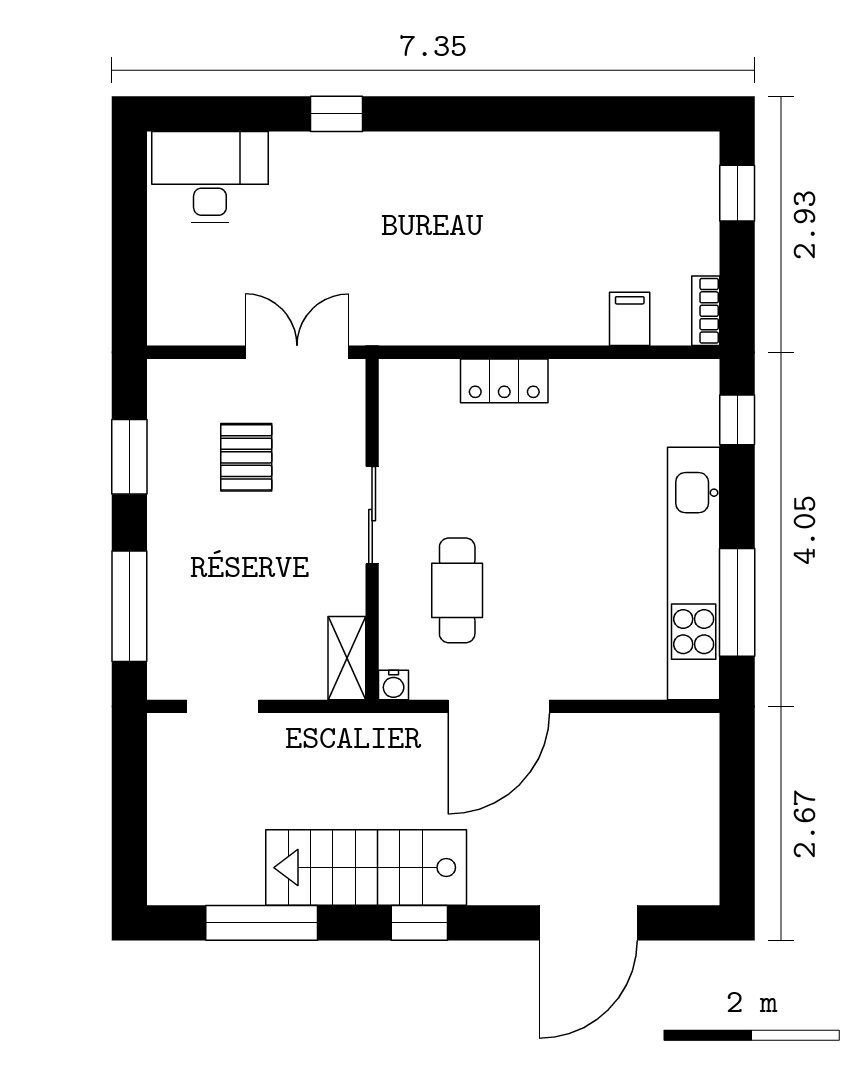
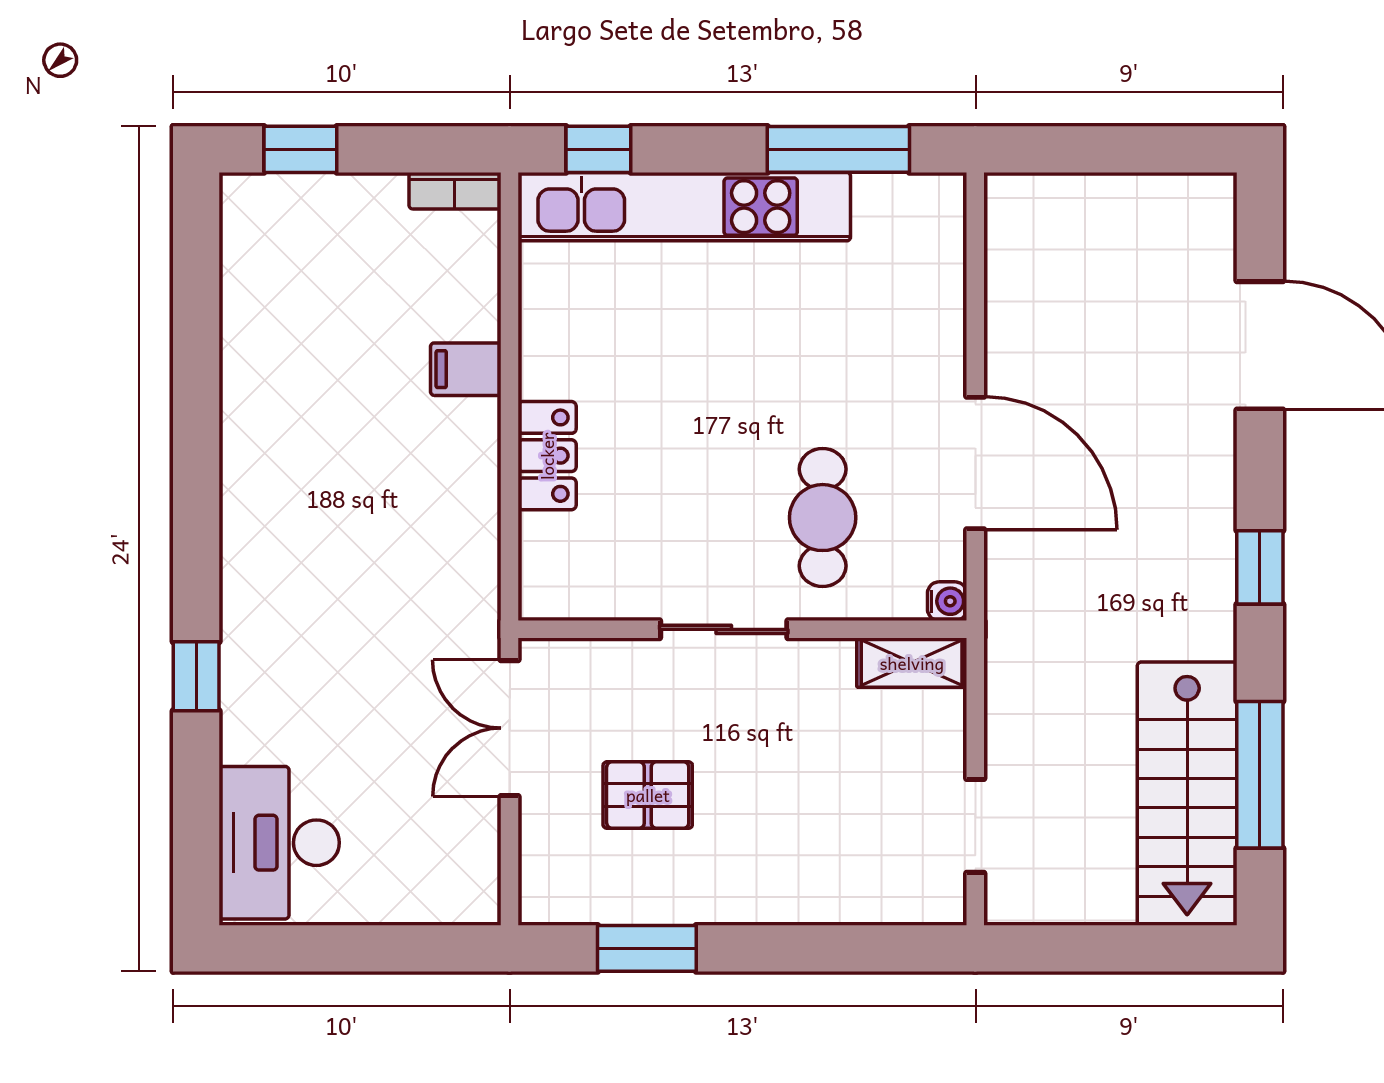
filing cabinet: (630, 319) -> (466, 369), moved
kitchen unit: (694, 574) -> (684, 207), moved
cafe table: (457, 590) -> (823, 518), turned 90
window: (129, 606) -> (843, 948), removed
stairs: (366, 868) -> (1187, 794), moved

